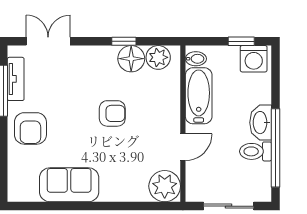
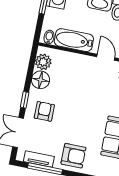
window: (124, 41) -> (25, 100), moved
armchair: (112, 113) -> (44, 111), moved

